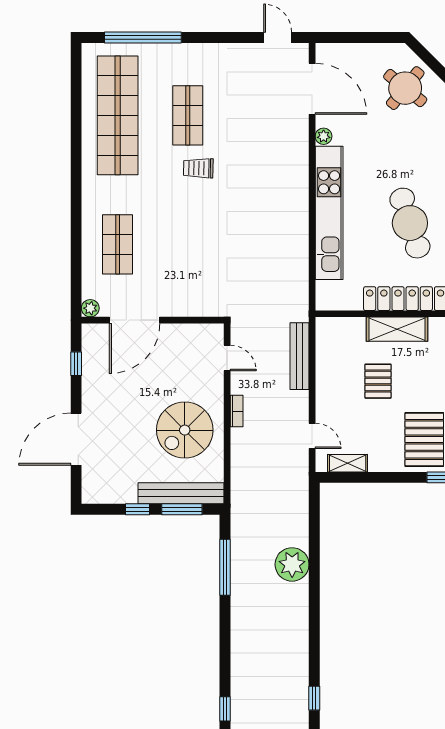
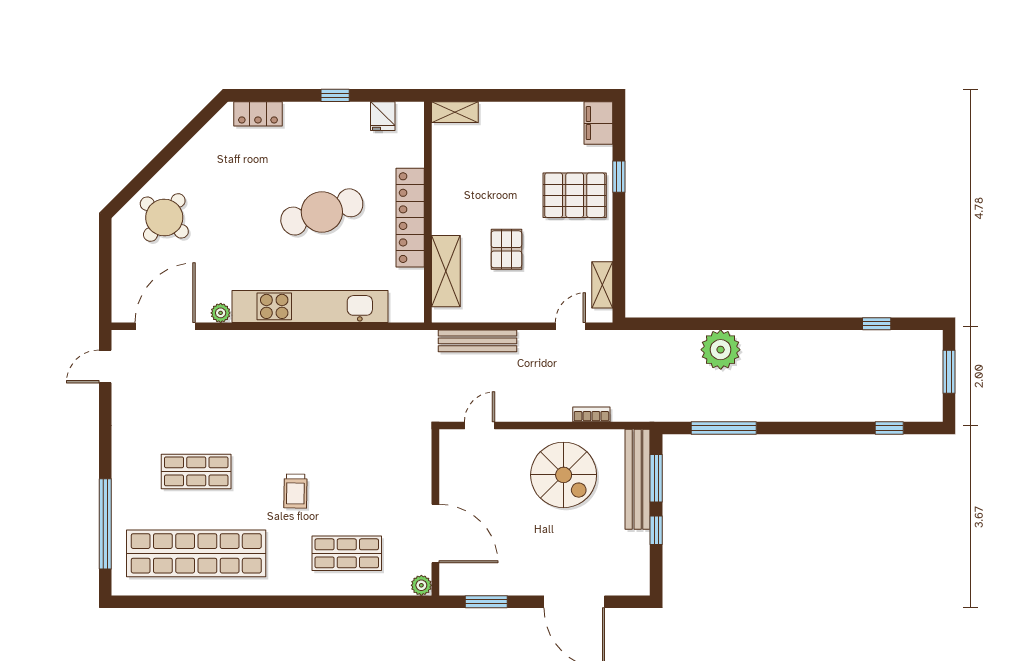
trolley: (198, 168) -> (295, 491), moved
shelving: (397, 329) -> (446, 271), moved
window: (76, 364) -> (486, 602), width x1.50
pallet: (378, 381) -> (506, 249), turned 90
bookcase: (237, 411) -> (591, 414), moved

